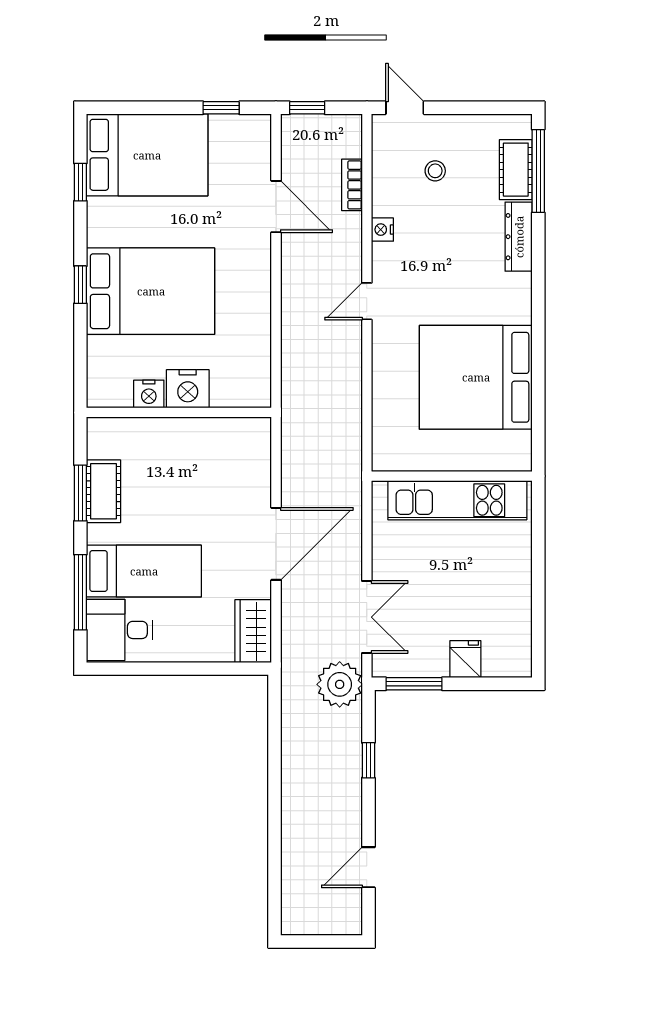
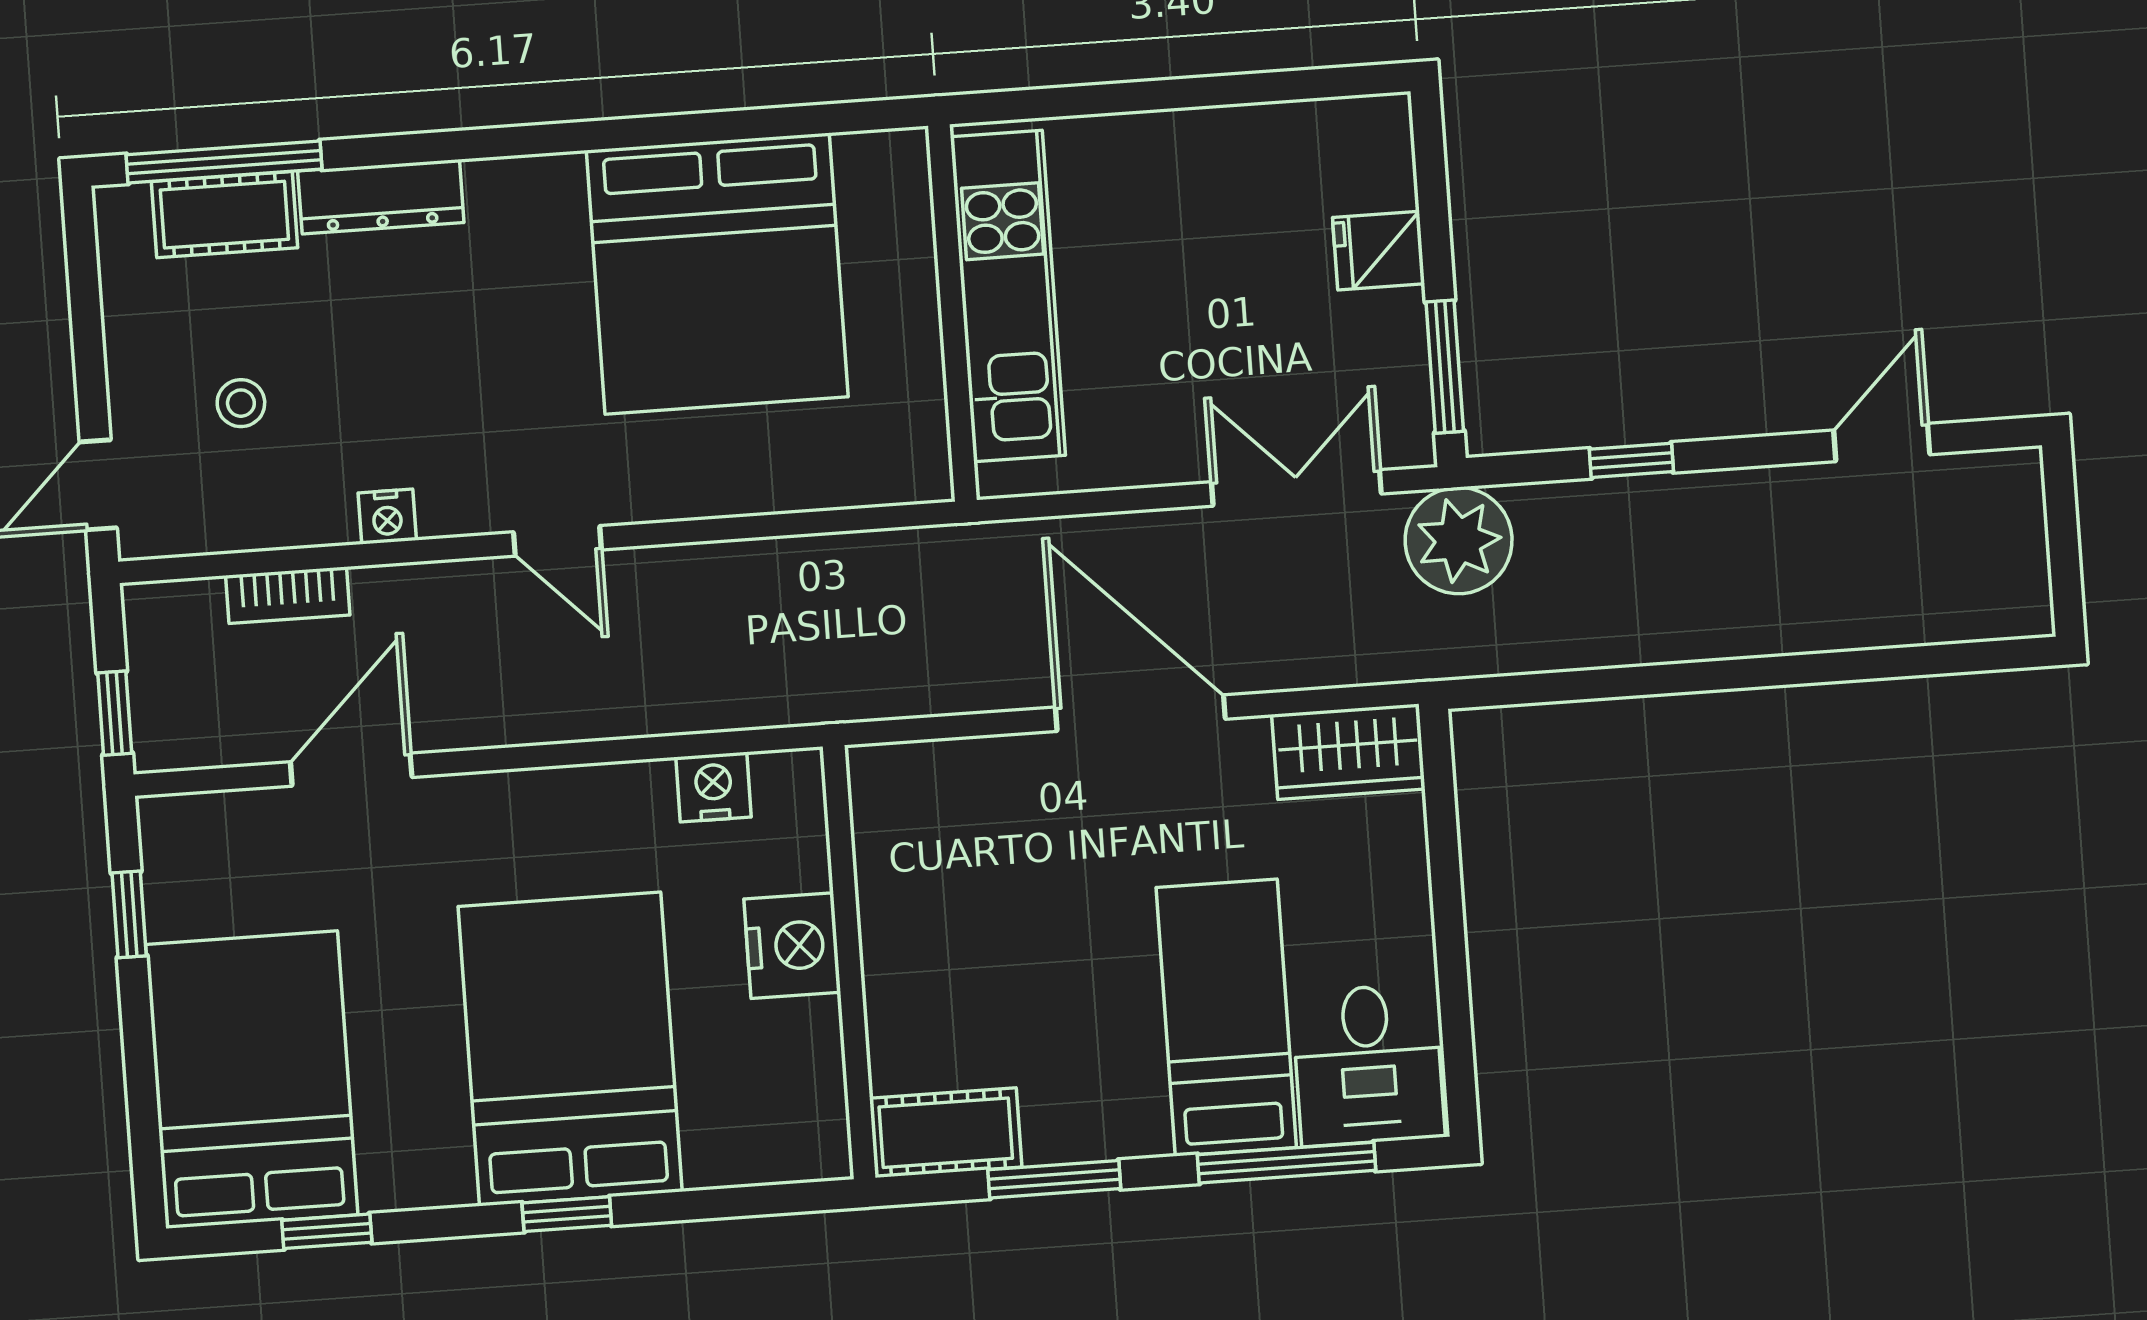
nightstand: (149, 394) -> (714, 787), moved, turned -90
cot: (103, 491) -> (946, 1133), moved
door: (368, 867) -> (1882, 442), swing flipped

